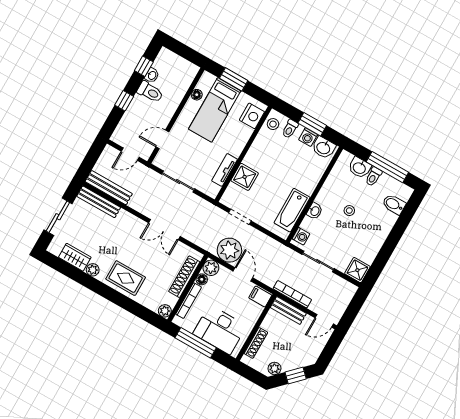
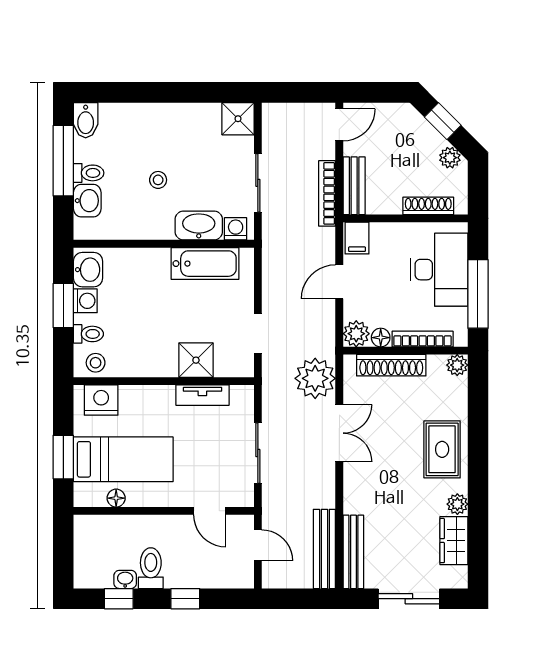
bidet: (394, 204) -> (86, 120), moved
washbasin: (315, 211) -> (199, 225), width x1.91, depth x1.45
plant: (229, 250) -> (315, 378), moved
door: (324, 321) -> (339, 125), hinge flipped

